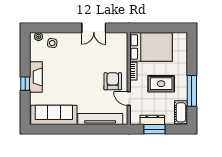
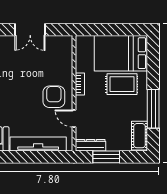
bed: (151, 47) -> (121, 53), moved, turned 180
rug: (161, 84) -> (122, 84), moved
dresser: (152, 120) -> (90, 145), moved

